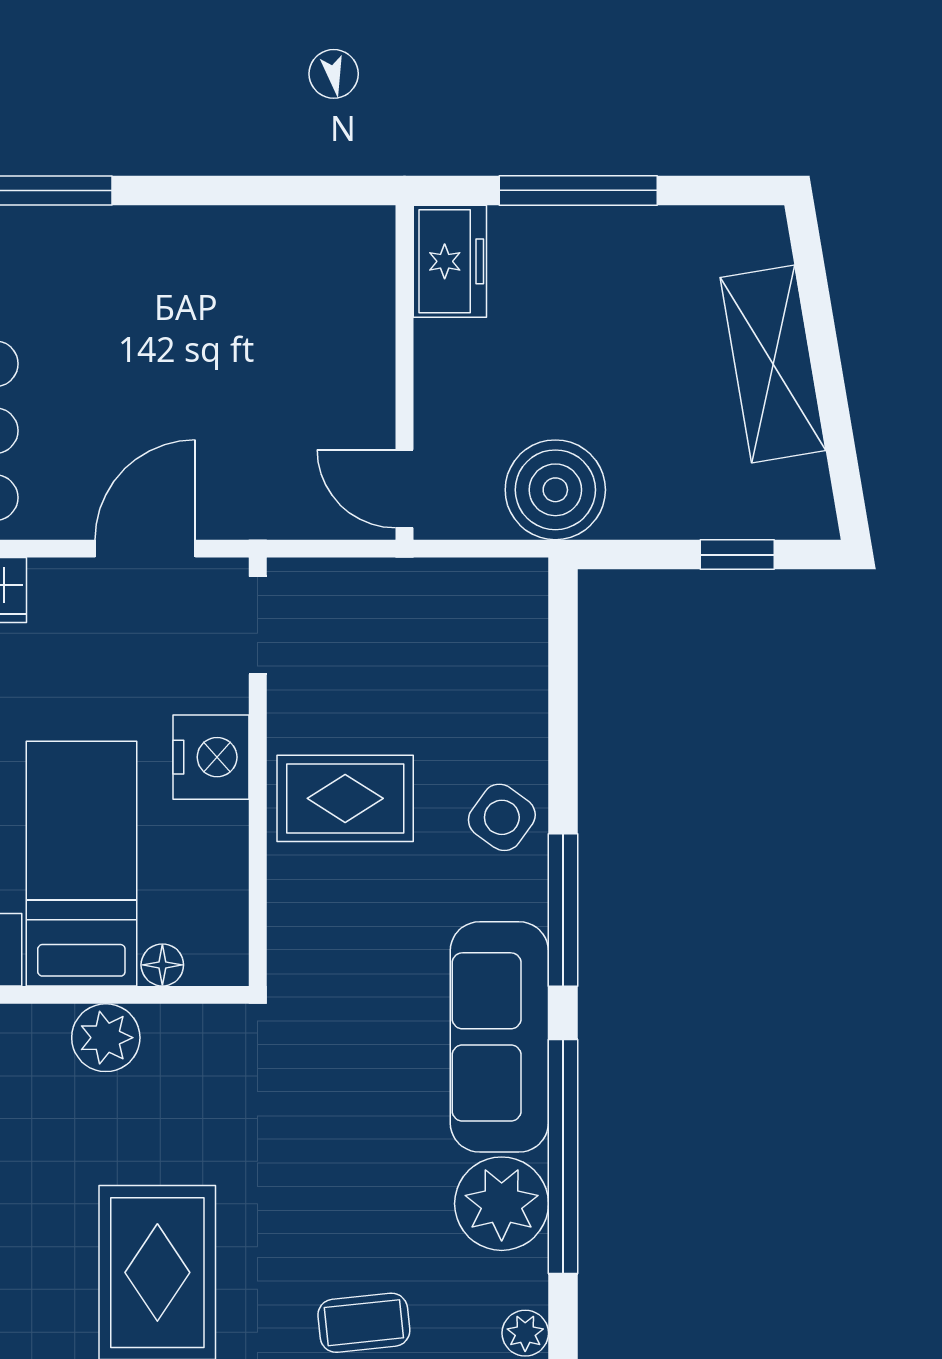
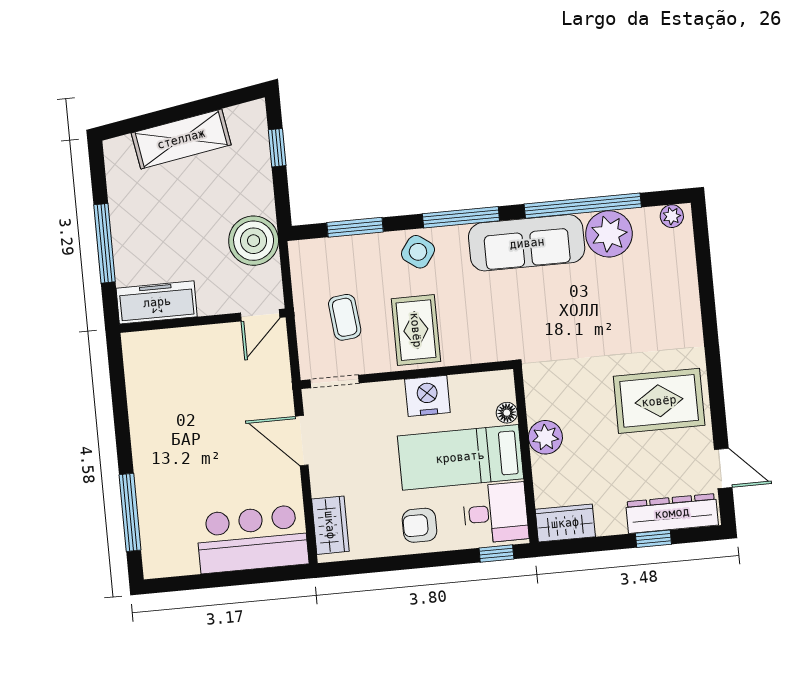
freezer: (450, 261) -> (157, 302), width x1.40
window: (563, 696) -> (355, 227), added
nightstand: (211, 757) -> (427, 396), moved
coffee table: (364, 1323) -> (345, 317), moved

